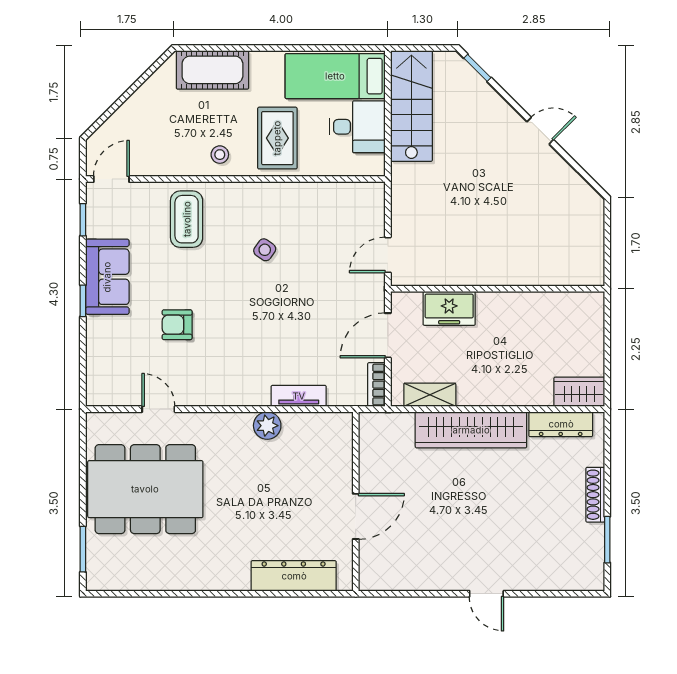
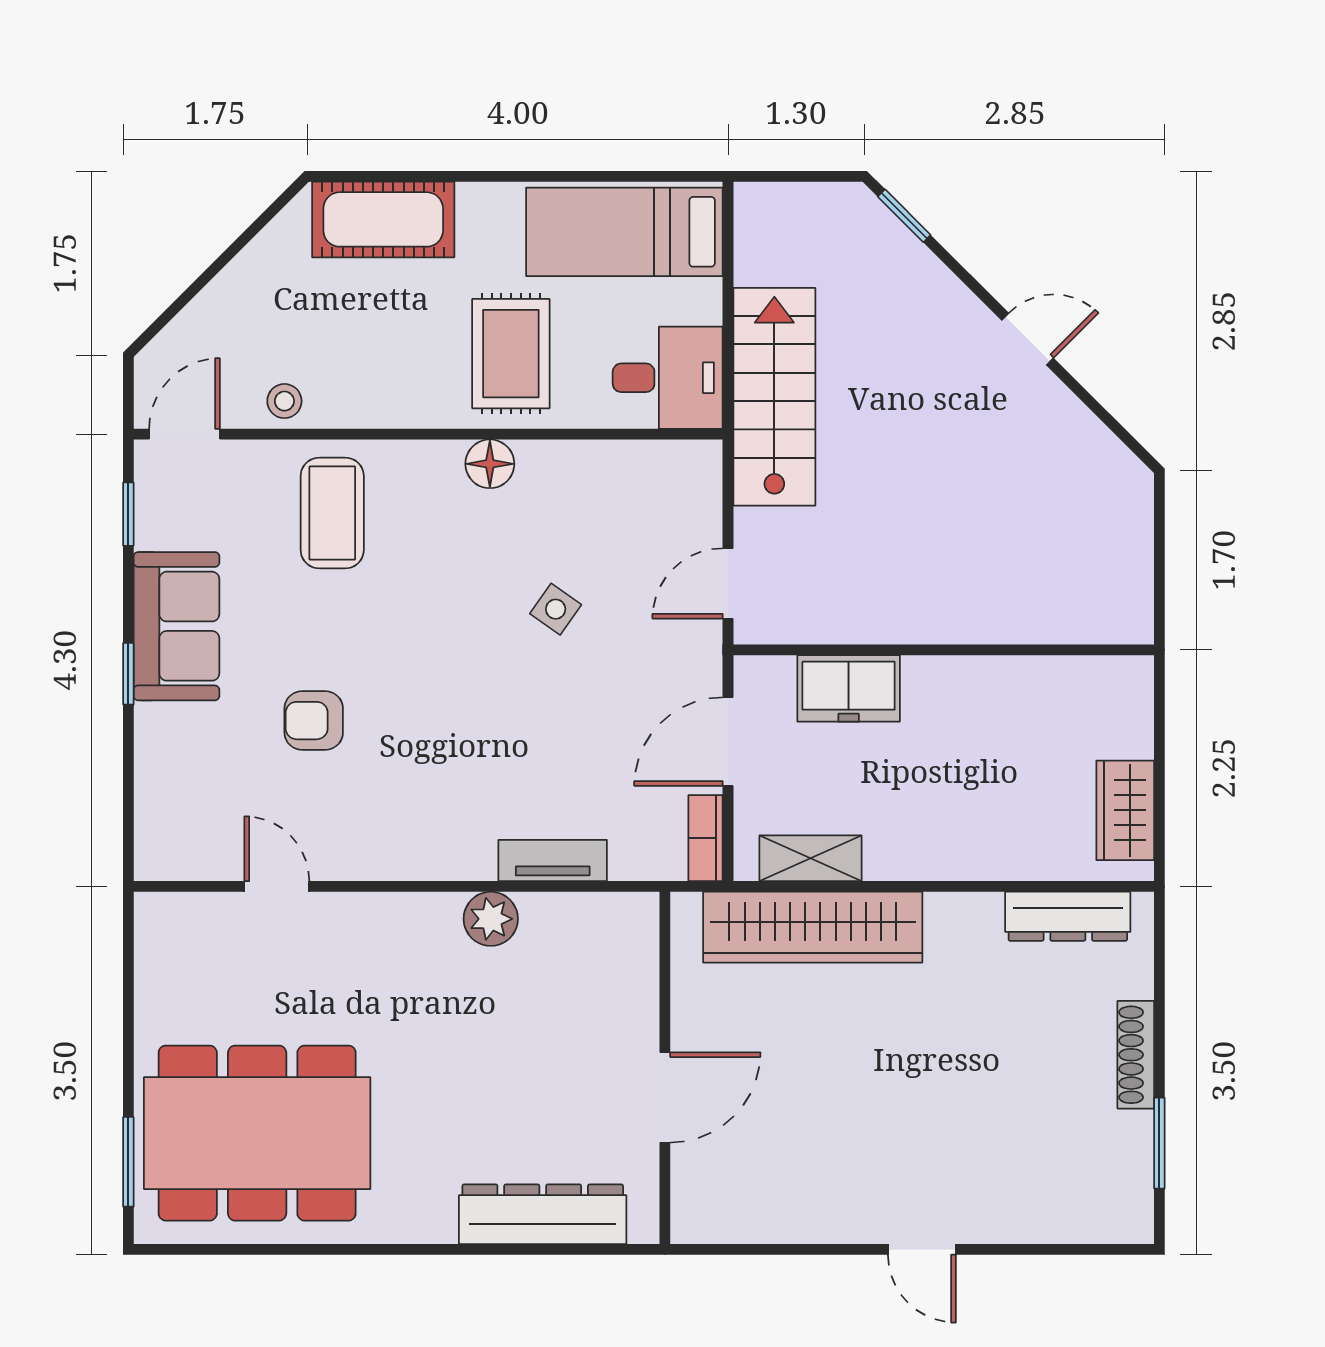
stairs: (411, 106) -> (774, 397), moved
desk: (357, 127) -> (668, 378), moved
stool: (220, 155) -> (284, 401), moved
floor lamp: (267, 194) -> (490, 464), added
side table: (265, 250) -> (556, 609), moved
wardrobe: (579, 392) -> (1125, 810), moved, turned -90
wardrobe: (471, 430) -> (813, 927), moved
dining table: (145, 489) -> (257, 1133), moved

